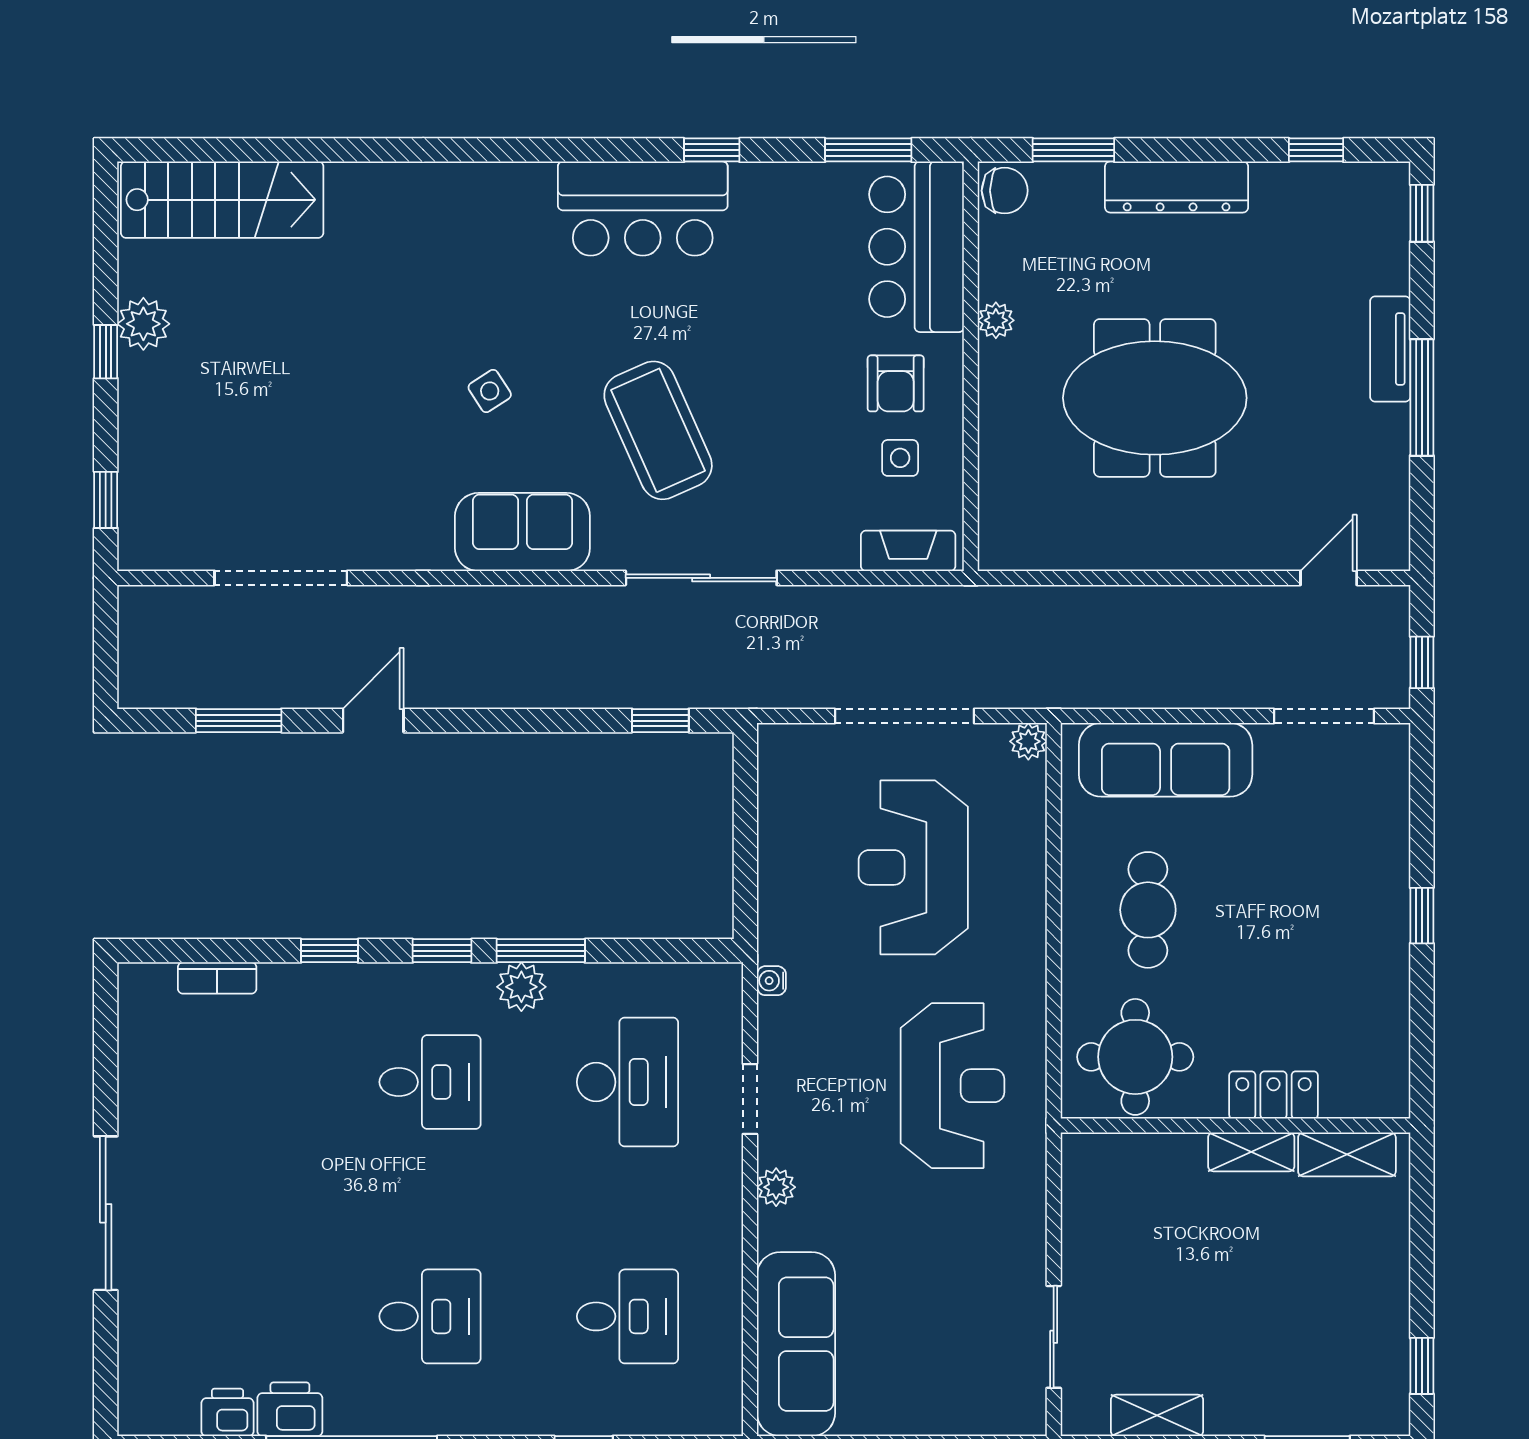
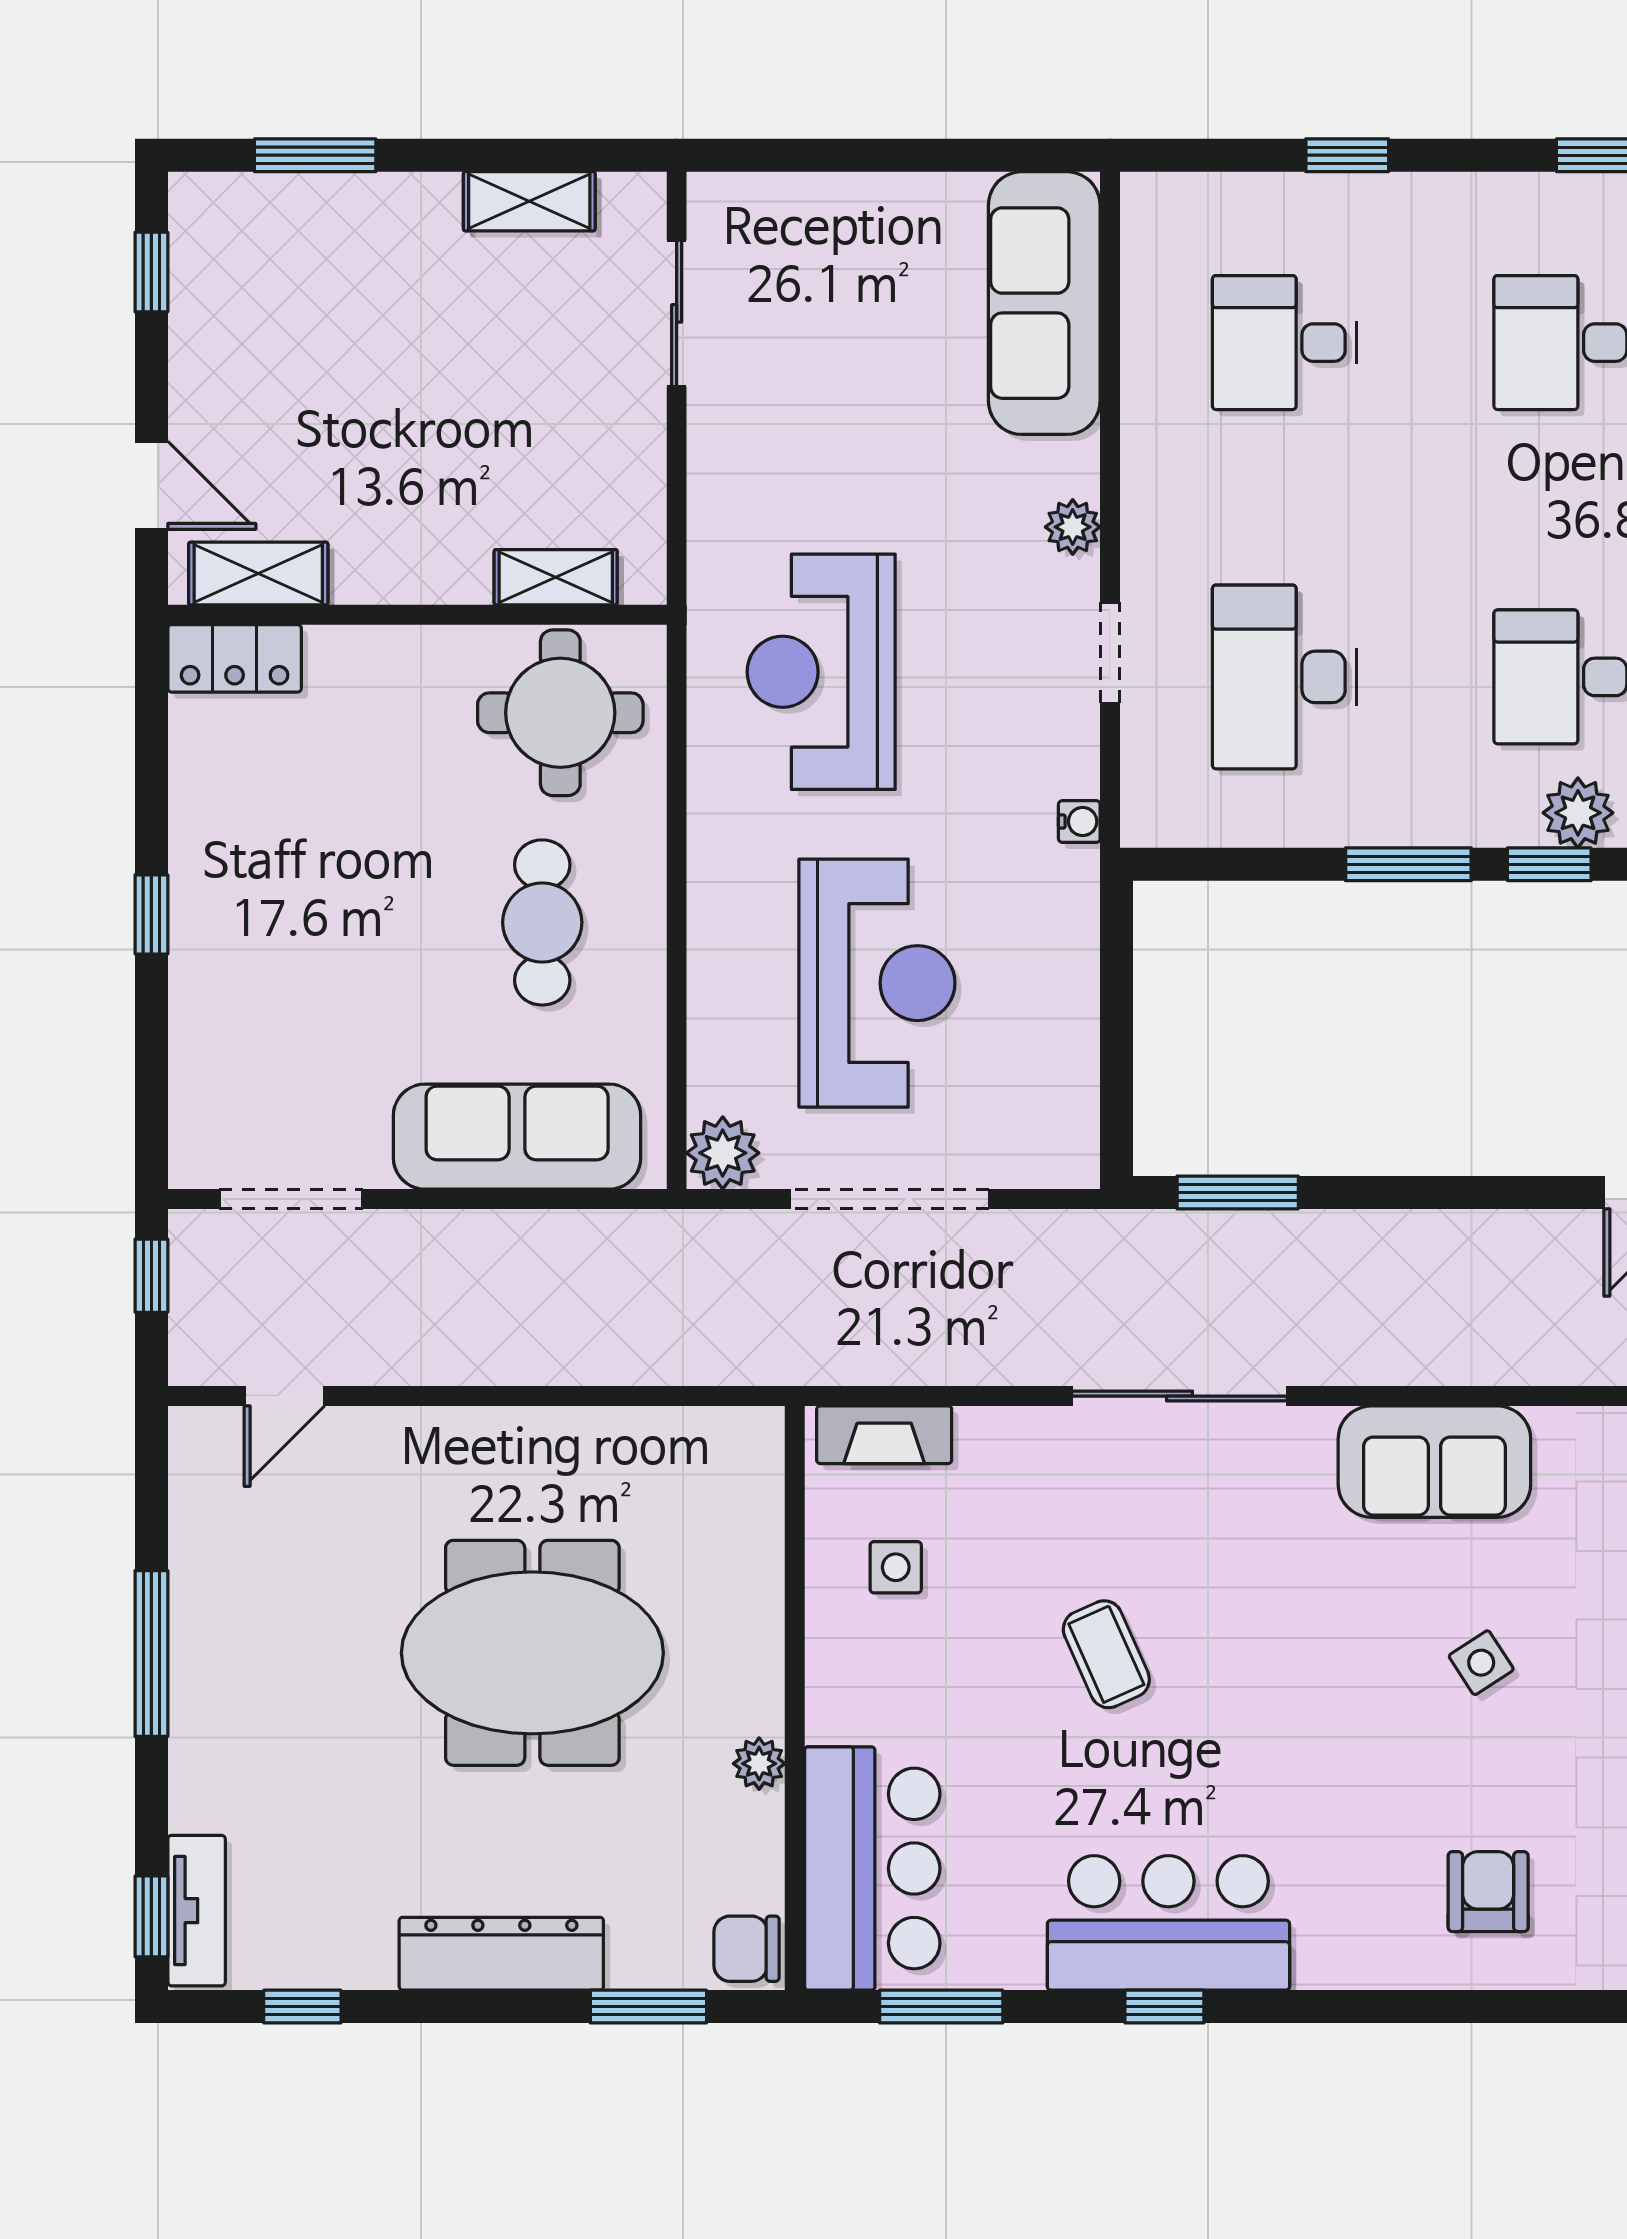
bar counter: (643, 209) -> (1168, 1923), moved
tv unit: (1390, 349) -> (197, 1911), moved
armchair: (896, 383) -> (1488, 1892), moved
coffee table: (658, 430) -> (1106, 1654), moved, width x0.54, depth x0.58
window: (660, 721) -> (1238, 1193), width x1.50
plant: (1028, 741) -> (723, 1153), width x1.38, depth x1.38
plant: (521, 987) -> (1578, 813), moved
locker: (1274, 1095) -> (235, 658), moved
shelving: (1251, 1152) -> (556, 577), moved
door: (1422, 1216) -> (151, 485), added

